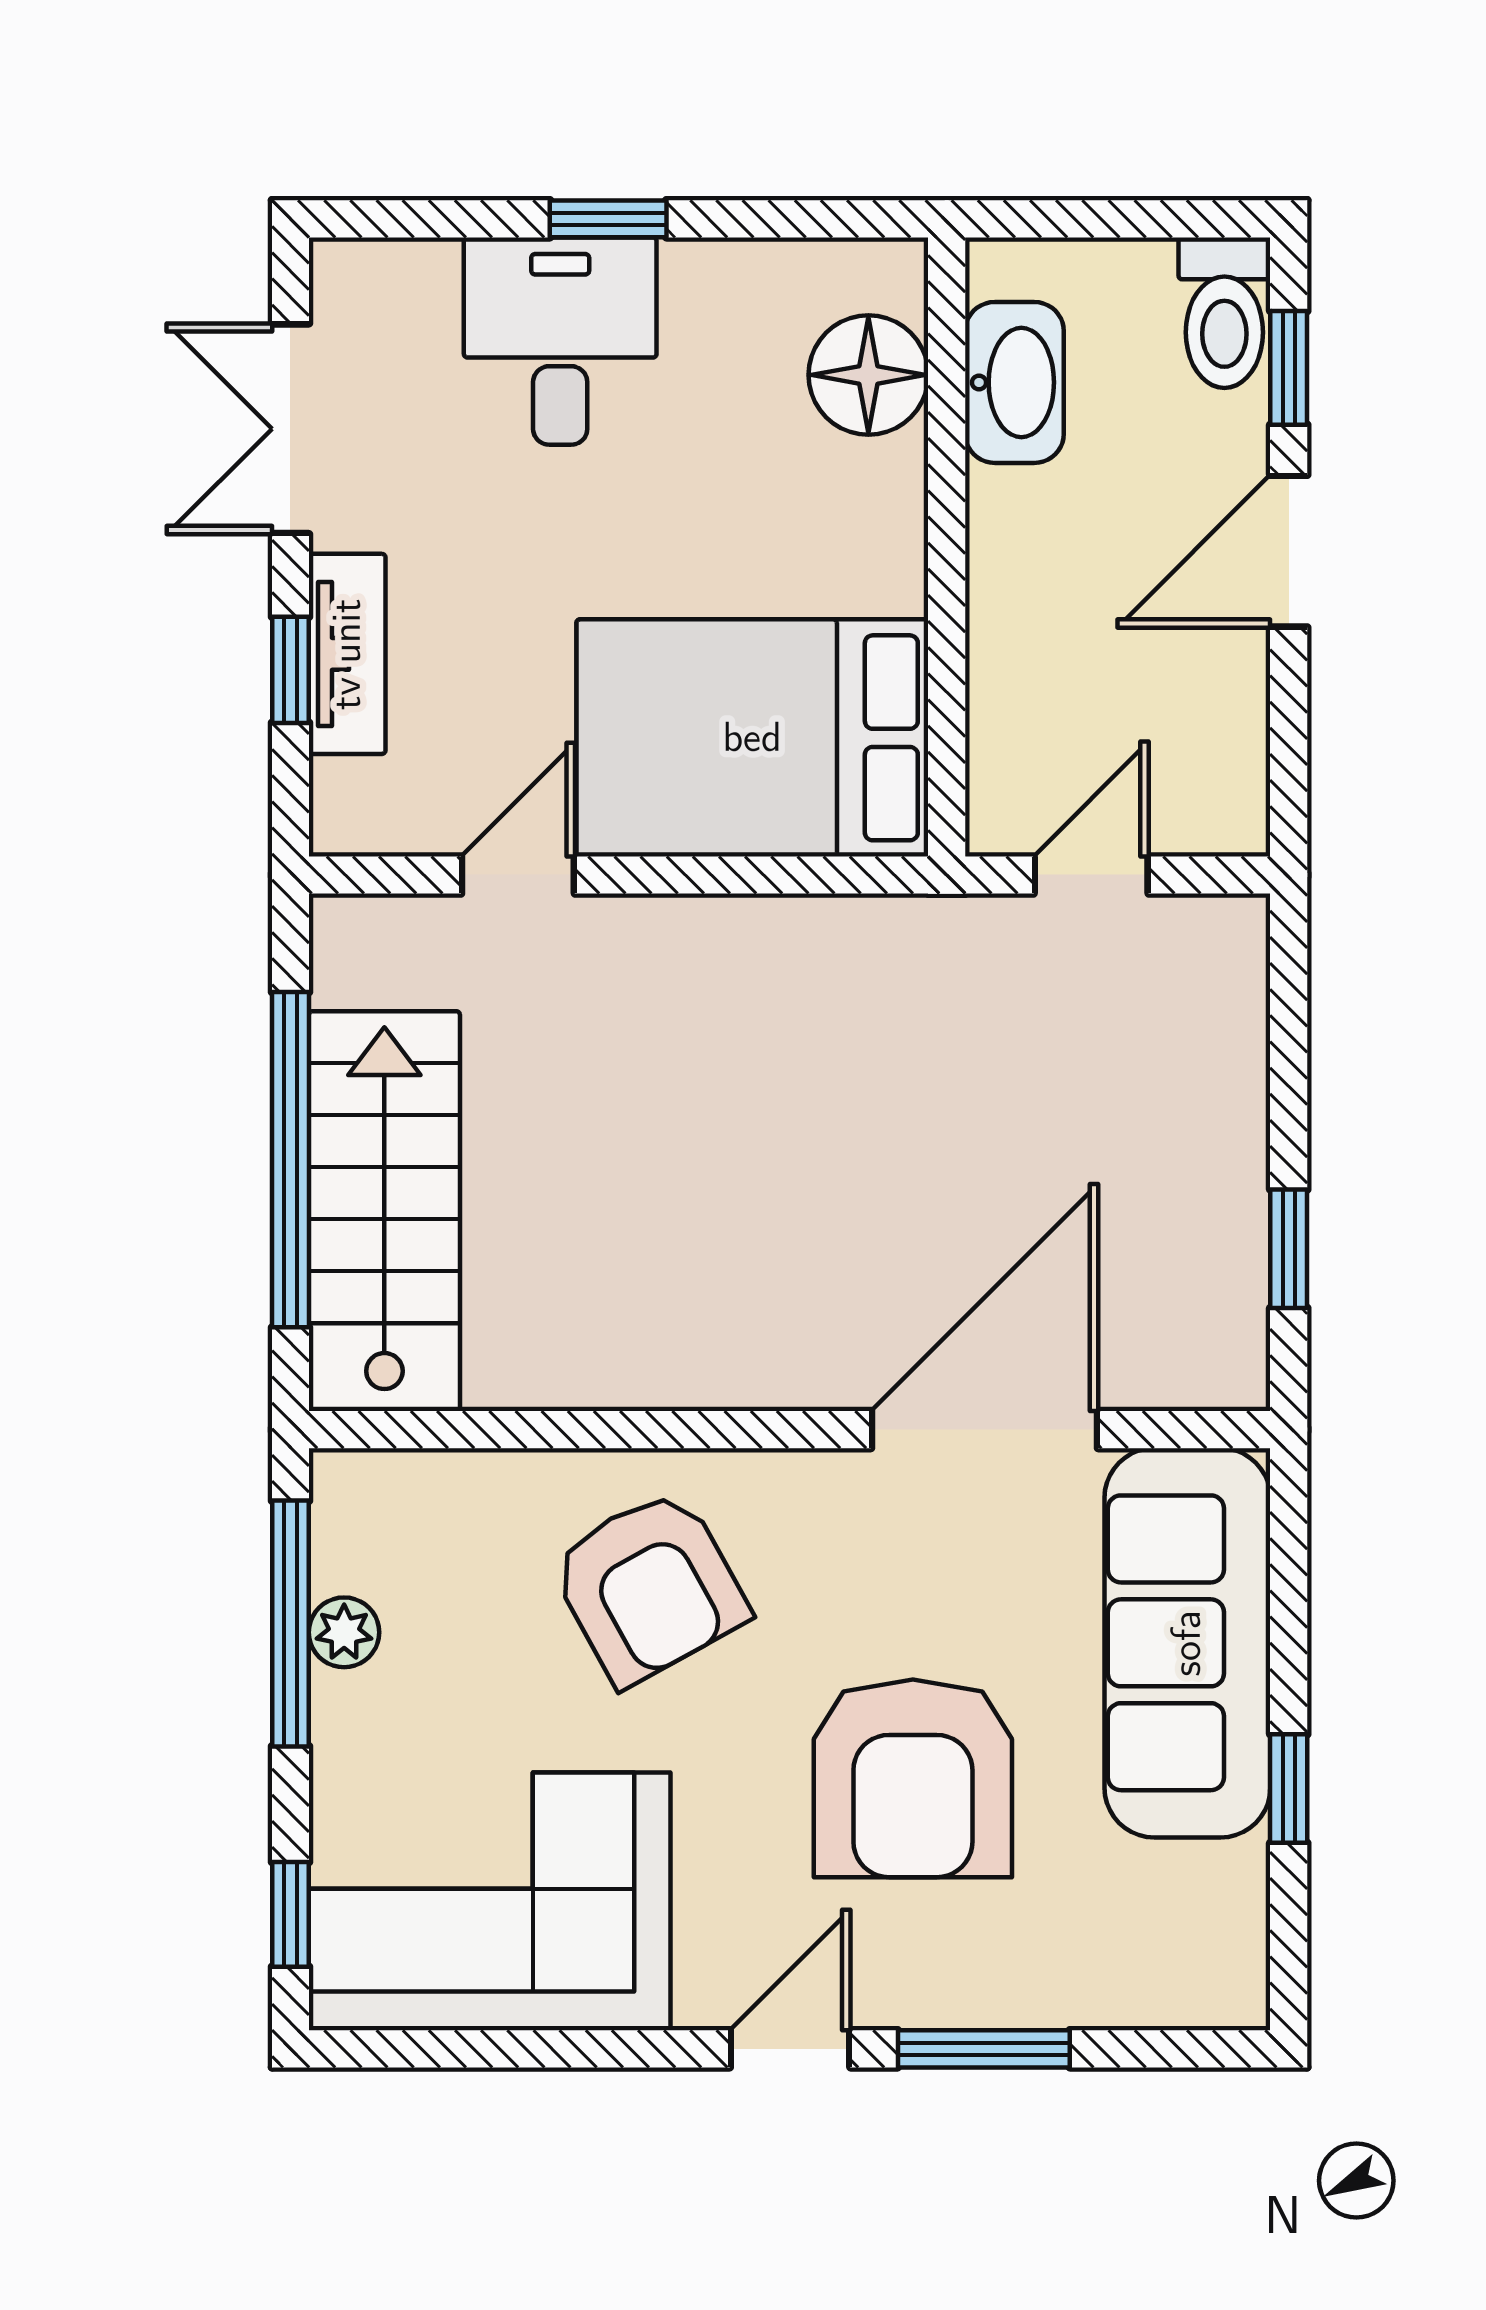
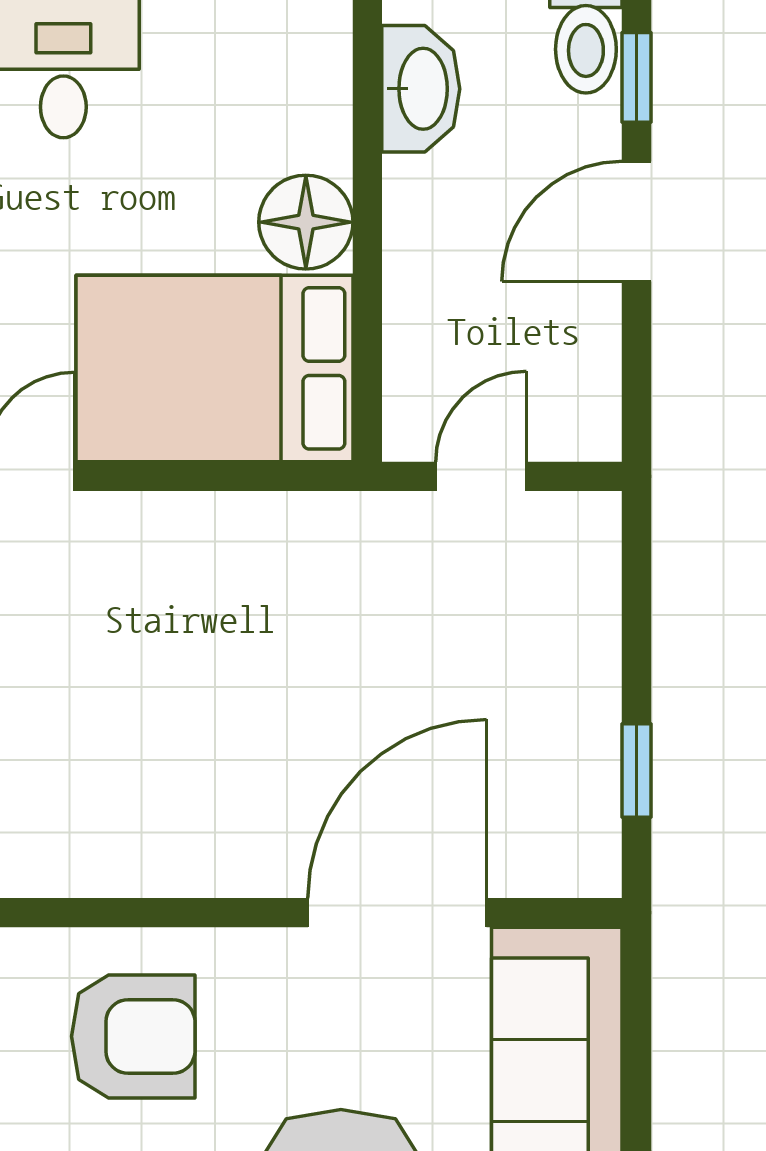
floor lamp: (868, 375) -> (306, 222), moved
armchair: (649, 1587) -> (133, 1036), turned -61

